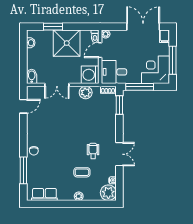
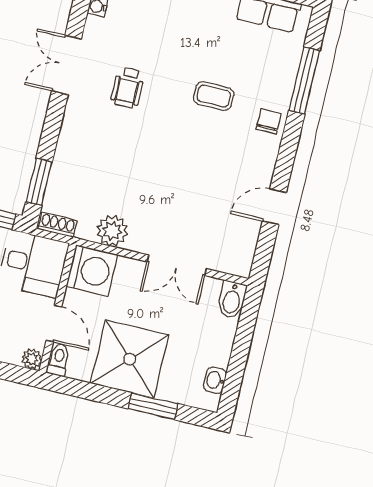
door: (100, 50) -> (54, 324), hinge flipped
double door: (57, 85) -> (177, 265), swing flipped
door: (23, 106) -> (274, 207), moved
coffee table: (82, 172) -> (214, 96), moved

